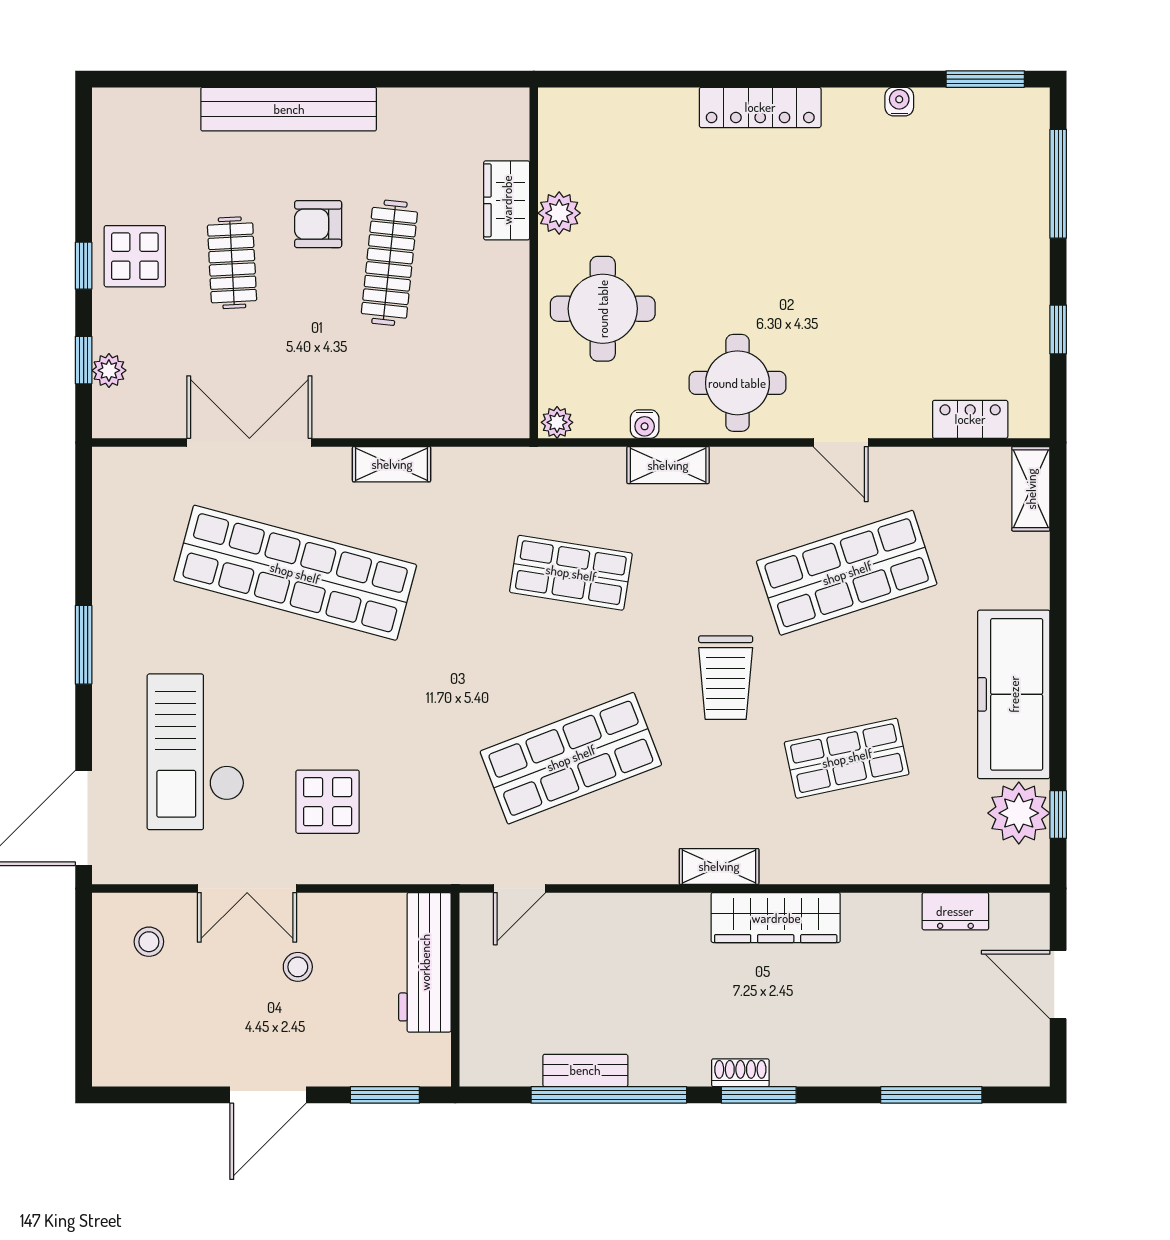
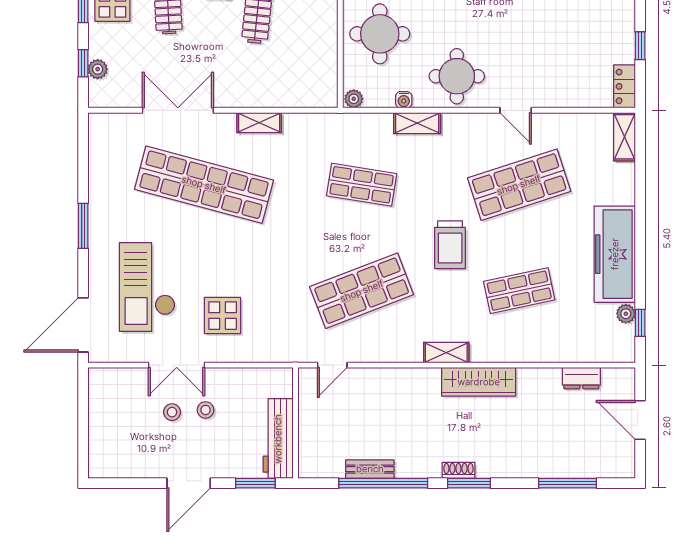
locker: (970, 419) -> (624, 86), moved, turned -90
plant: (1019, 813) -> (626, 314), width x0.53, depth x0.53
stool: (149, 942) -> (172, 412), moved
workbench: (425, 962) -> (278, 439), moved

